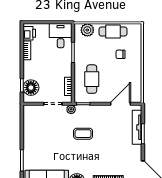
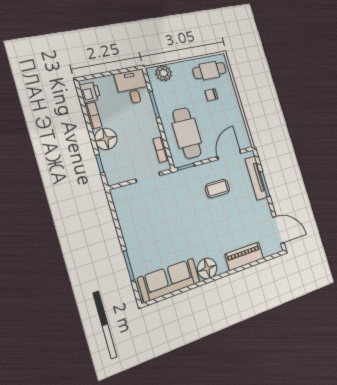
cafe table: (113, 31) -> (210, 71), moved
cafe table: (92, 79) -> (187, 133), width x1.37, depth x1.35
floor lamp: (31, 88) -> (106, 139), moved
plant: (71, 109) -> (173, 178), removed
coffee table: (83, 134) -> (217, 189), moved

